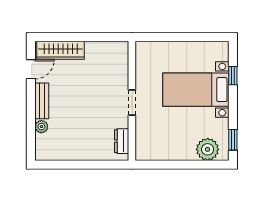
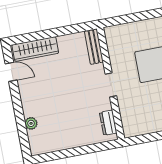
door: (31, 69) -> (11, 72), hinge flipped
bench: (42, 101) -> (94, 47), moved

